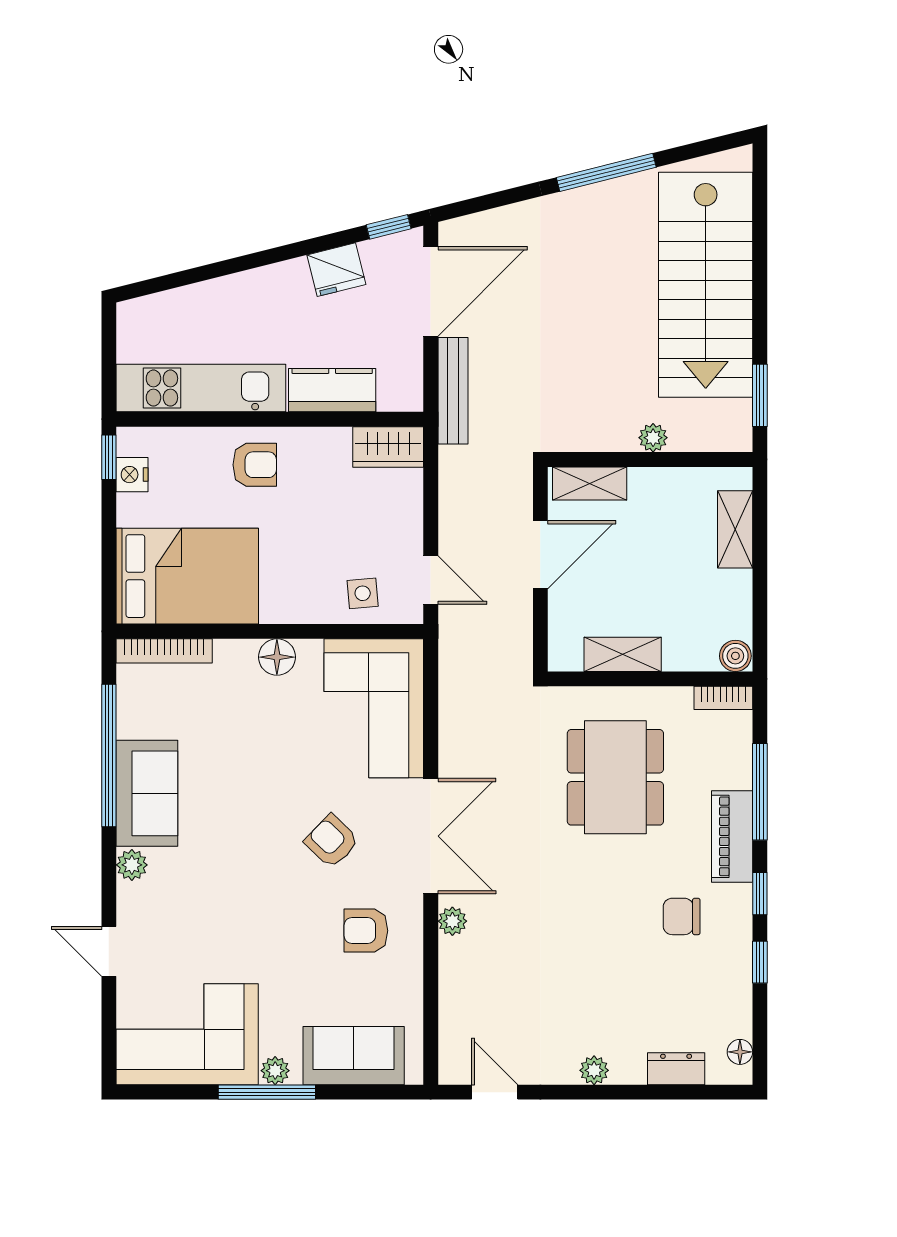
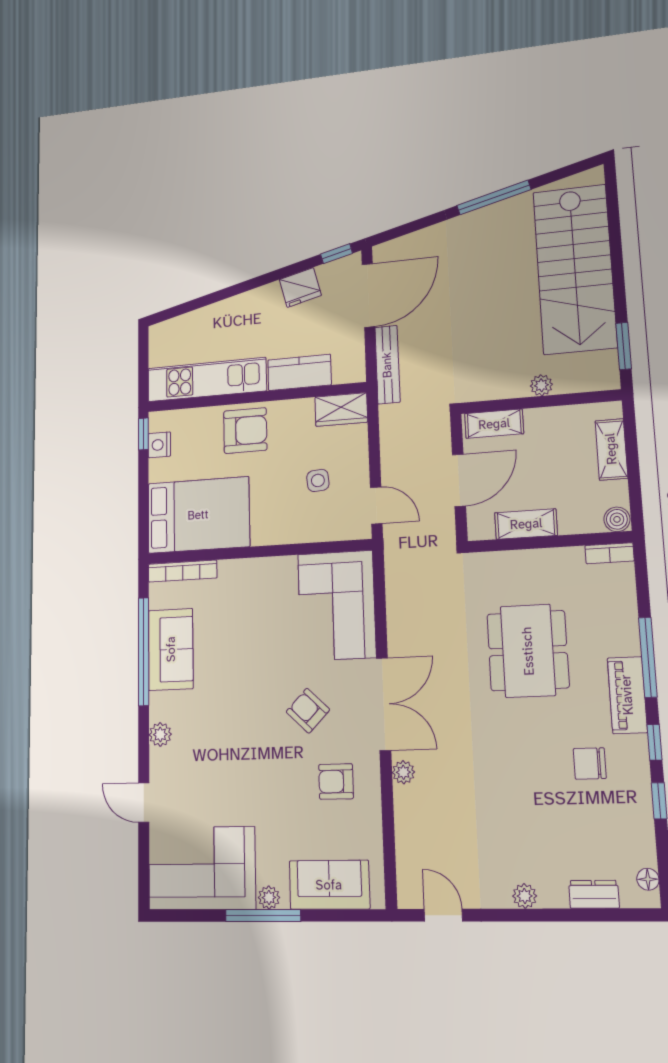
armchair: (255, 465) -> (245, 431), width x1.38, depth x1.38
side table: (363, 593) -> (318, 480), moved
shelving: (623, 654) -> (526, 524), moved
boiler: (735, 656) -> (617, 519), moved
floor lamp: (277, 657) -> (264, 571), removed
wall: (650, 679) -> (549, 542), moved
bookcase: (723, 698) -> (610, 553), moved
sofa: (147, 793) -> (171, 649), moved

